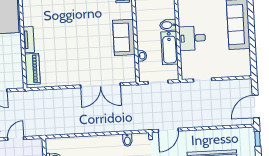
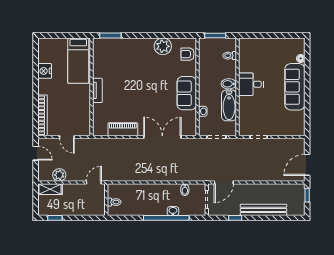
desk: (192, 38) -> (251, 84), moved
piano: (32, 69) -> (123, 129), moved, turned -90
double door: (100, 85) -> (162, 137), swing flipped
door: (16, 139) -> (94, 183), moved

